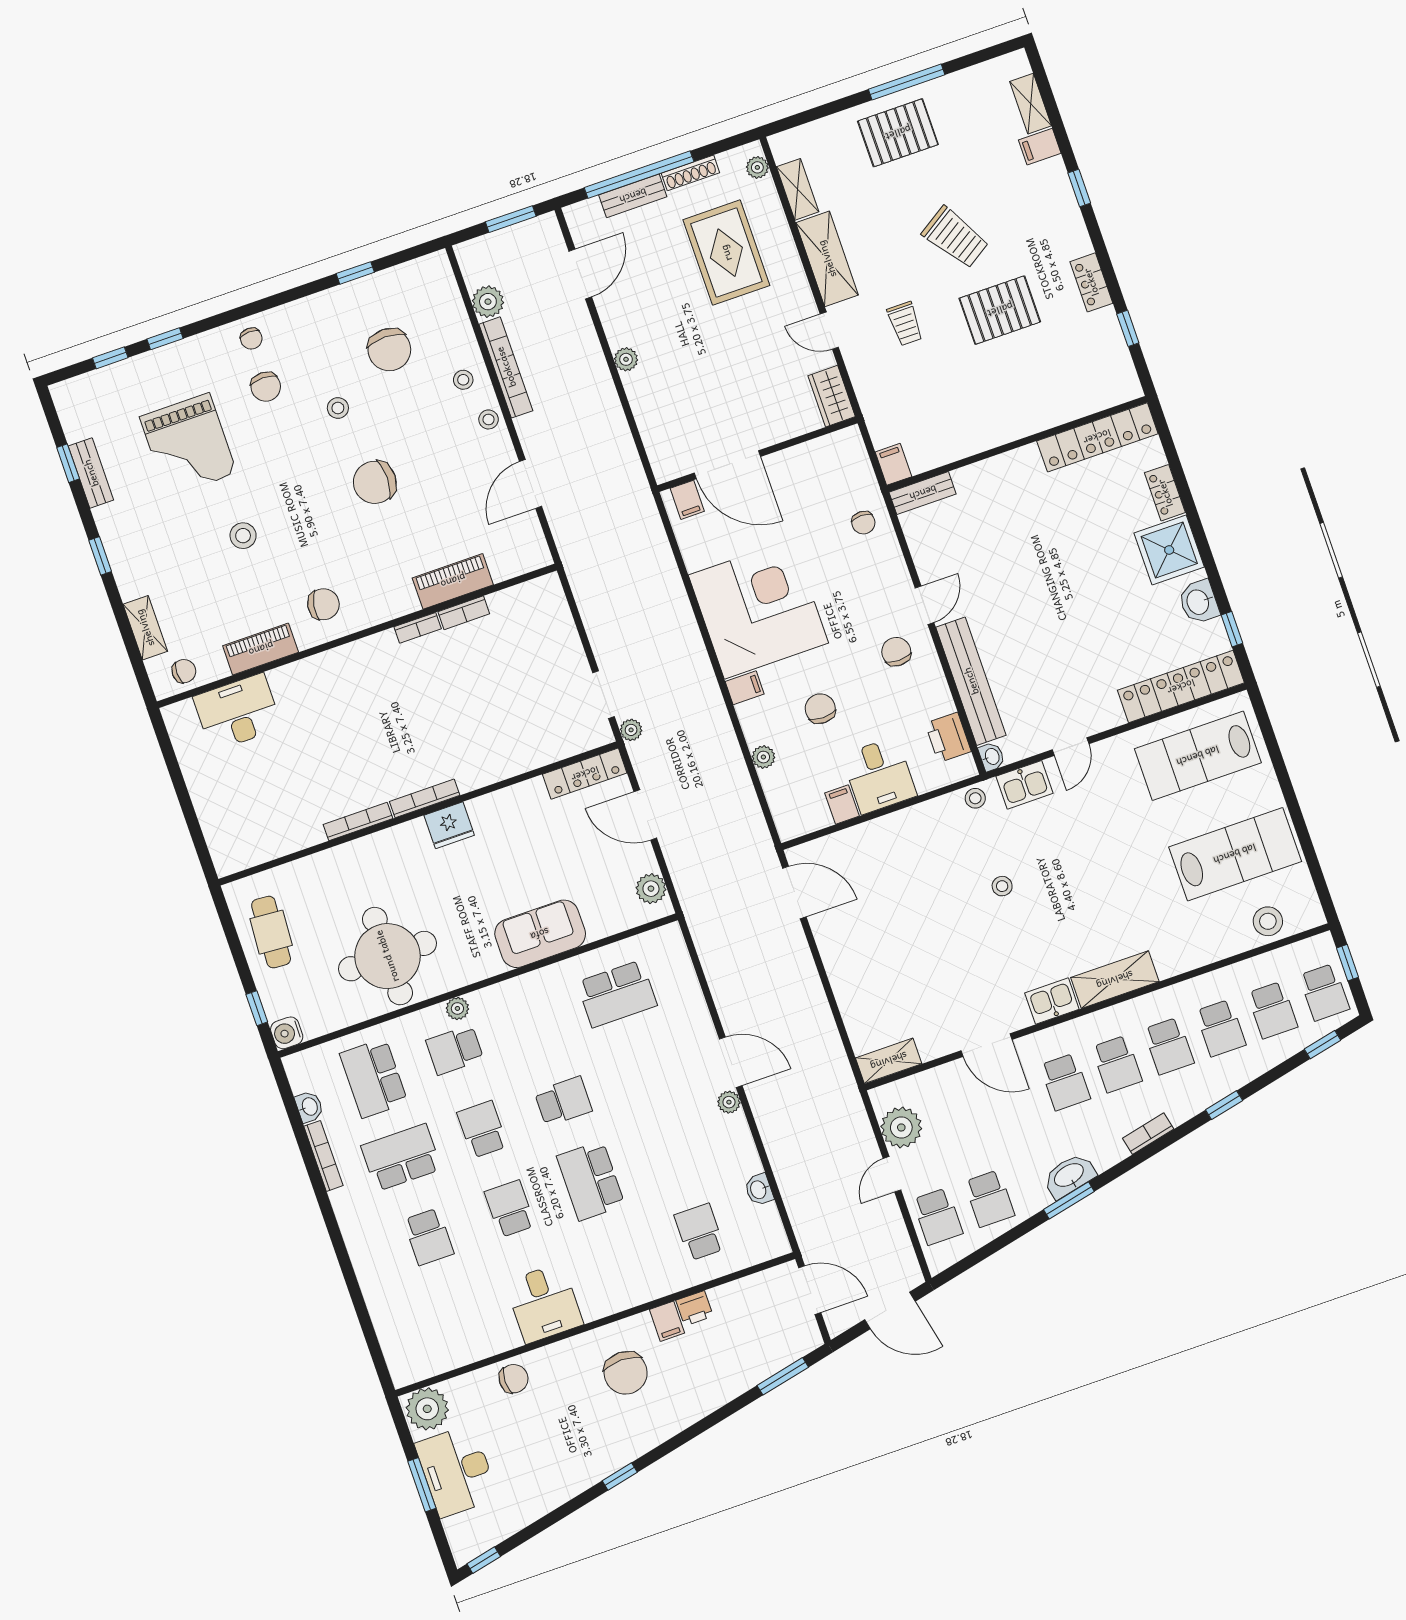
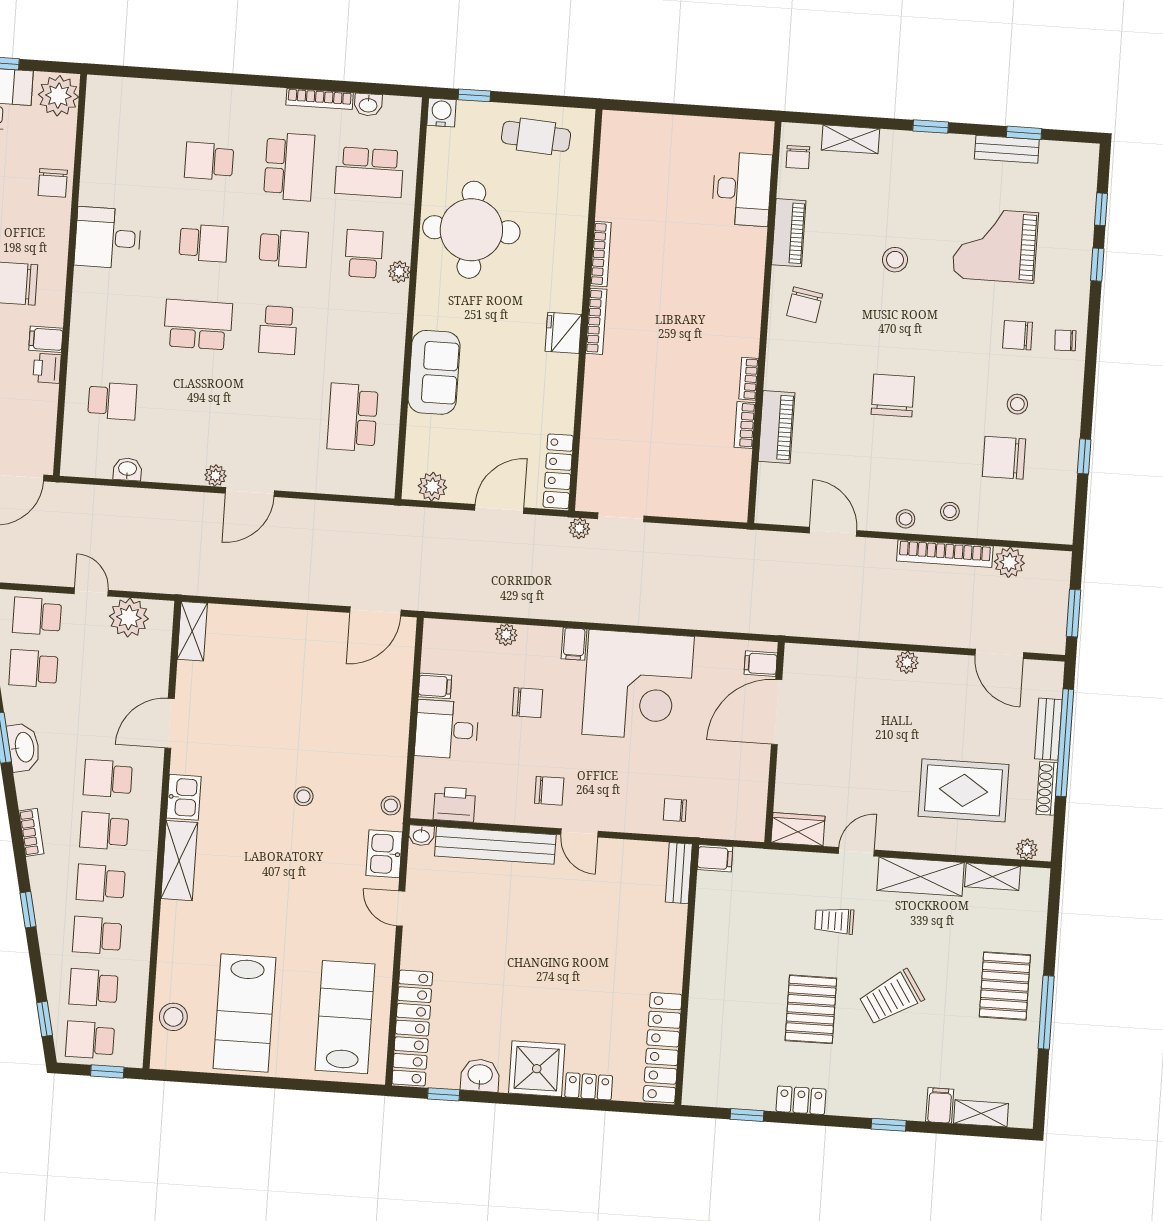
stool: (338, 408) -> (1017, 404), moved
school desk: (374, 1078) -> (369, 172), turned 180

